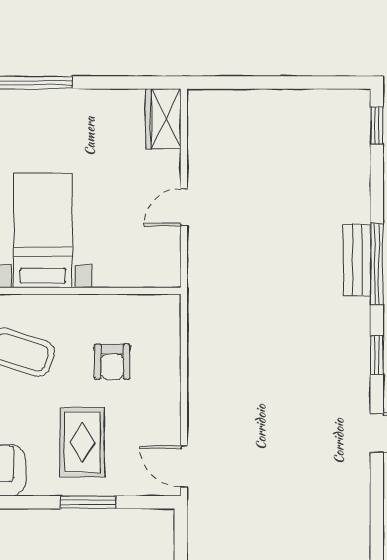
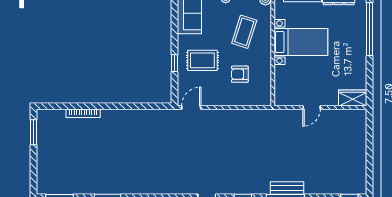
door: (184, 207) -> (312, 108), swing flipped
window: (88, 502) -> (174, 63), width x0.67

